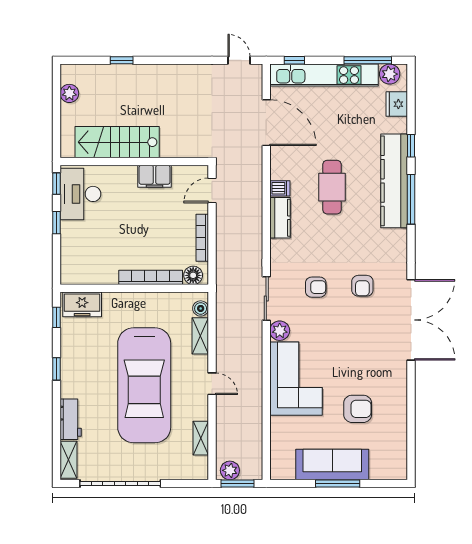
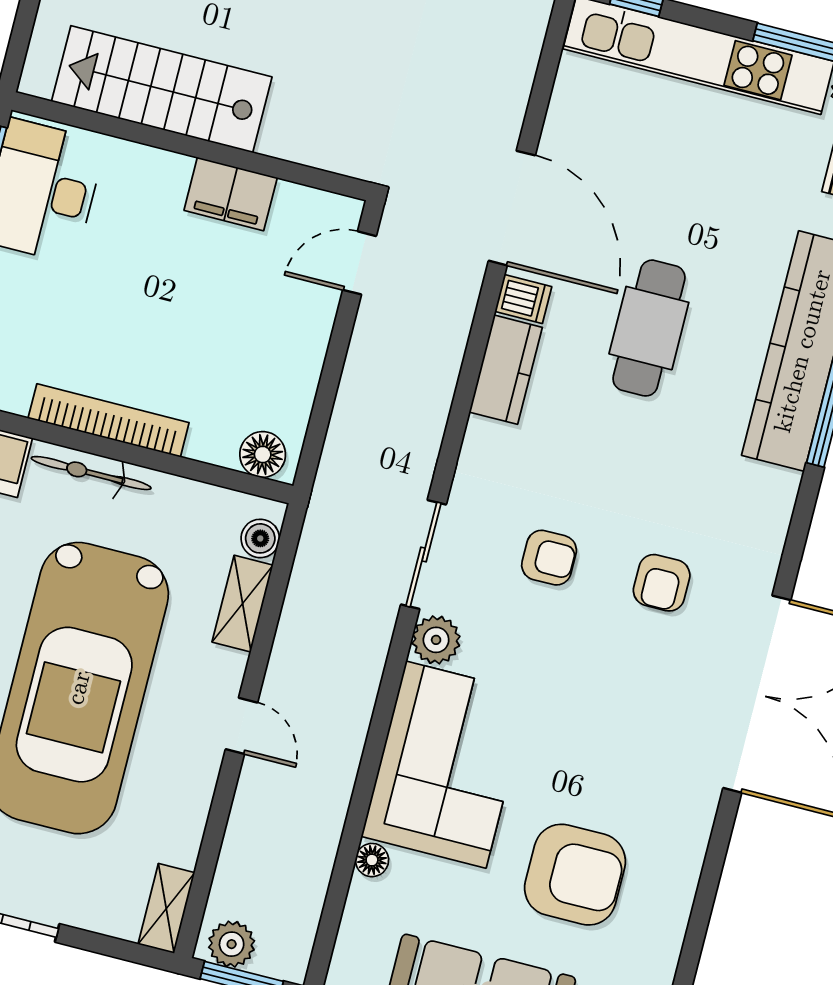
door: (266, 123) -> (512, 208), moved
bookcase: (202, 238) -> (307, 370), removed
bookcase: (151, 277) -> (109, 420), moved
bicycle: (128, 300) -> (91, 473), added
armchair: (358, 409) -> (575, 875), width x1.36, depth x1.36
floor lamp: (277, 423) -> (372, 860), added
shelving: (201, 438) -> (166, 908), moved

